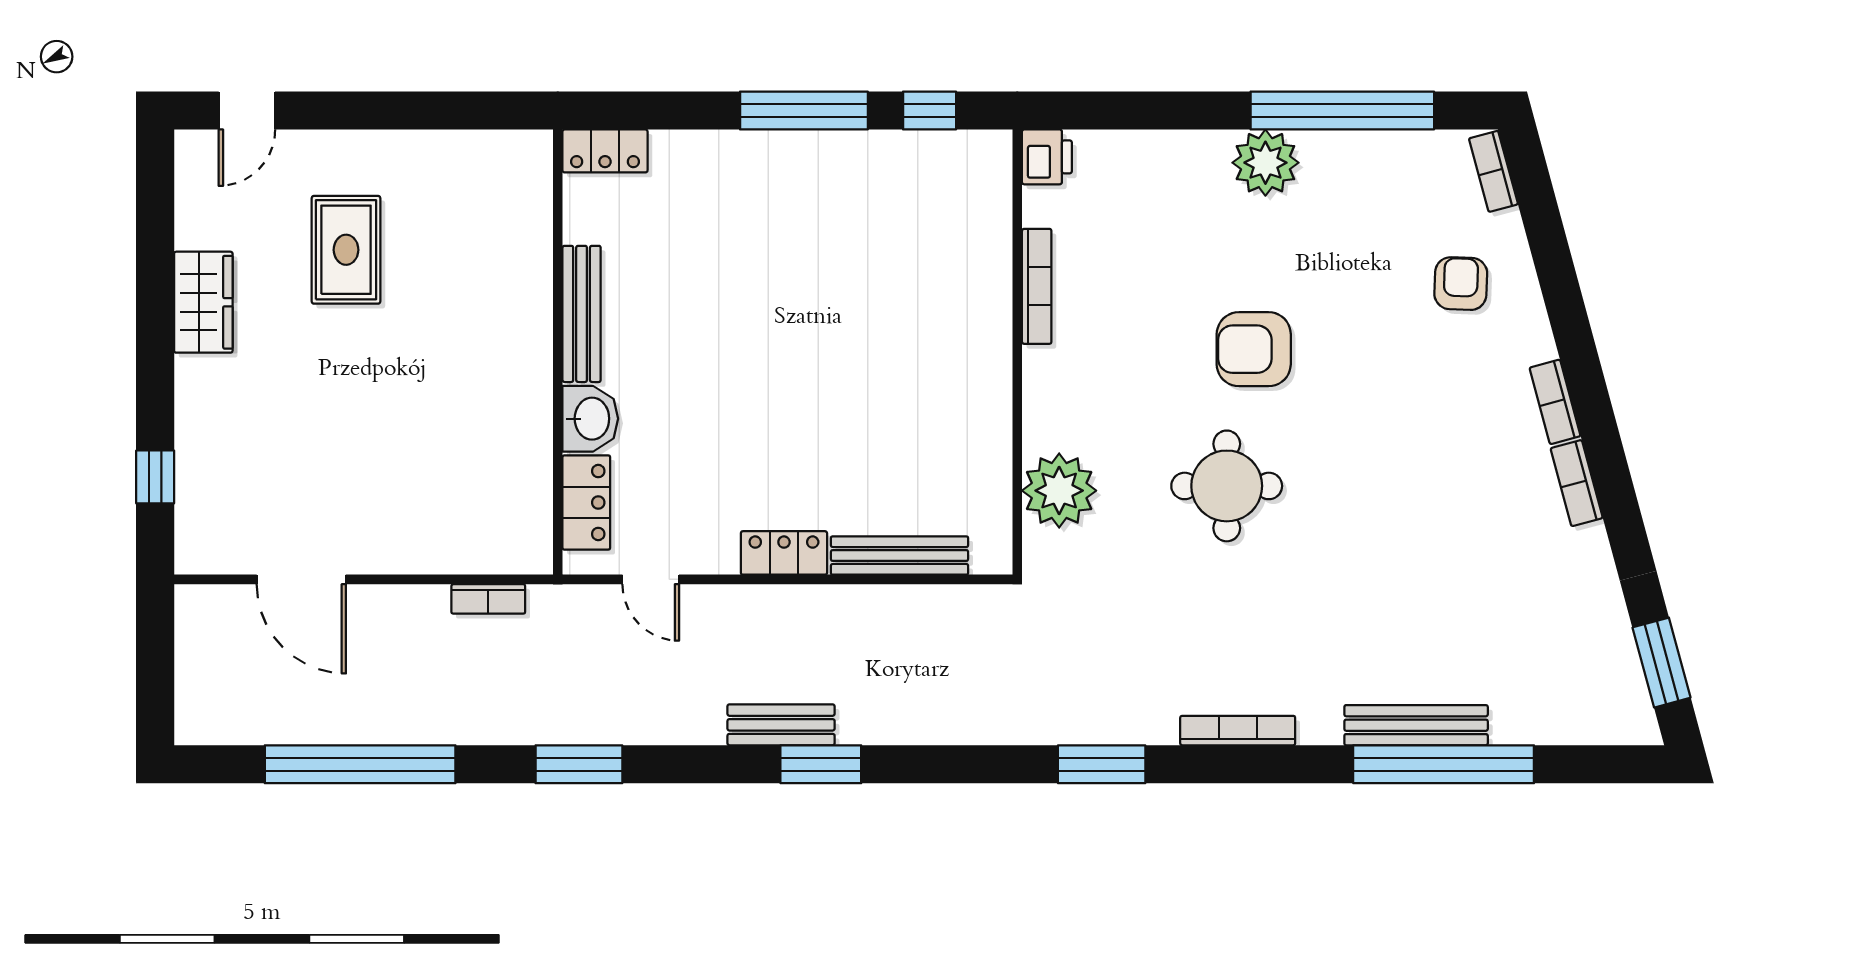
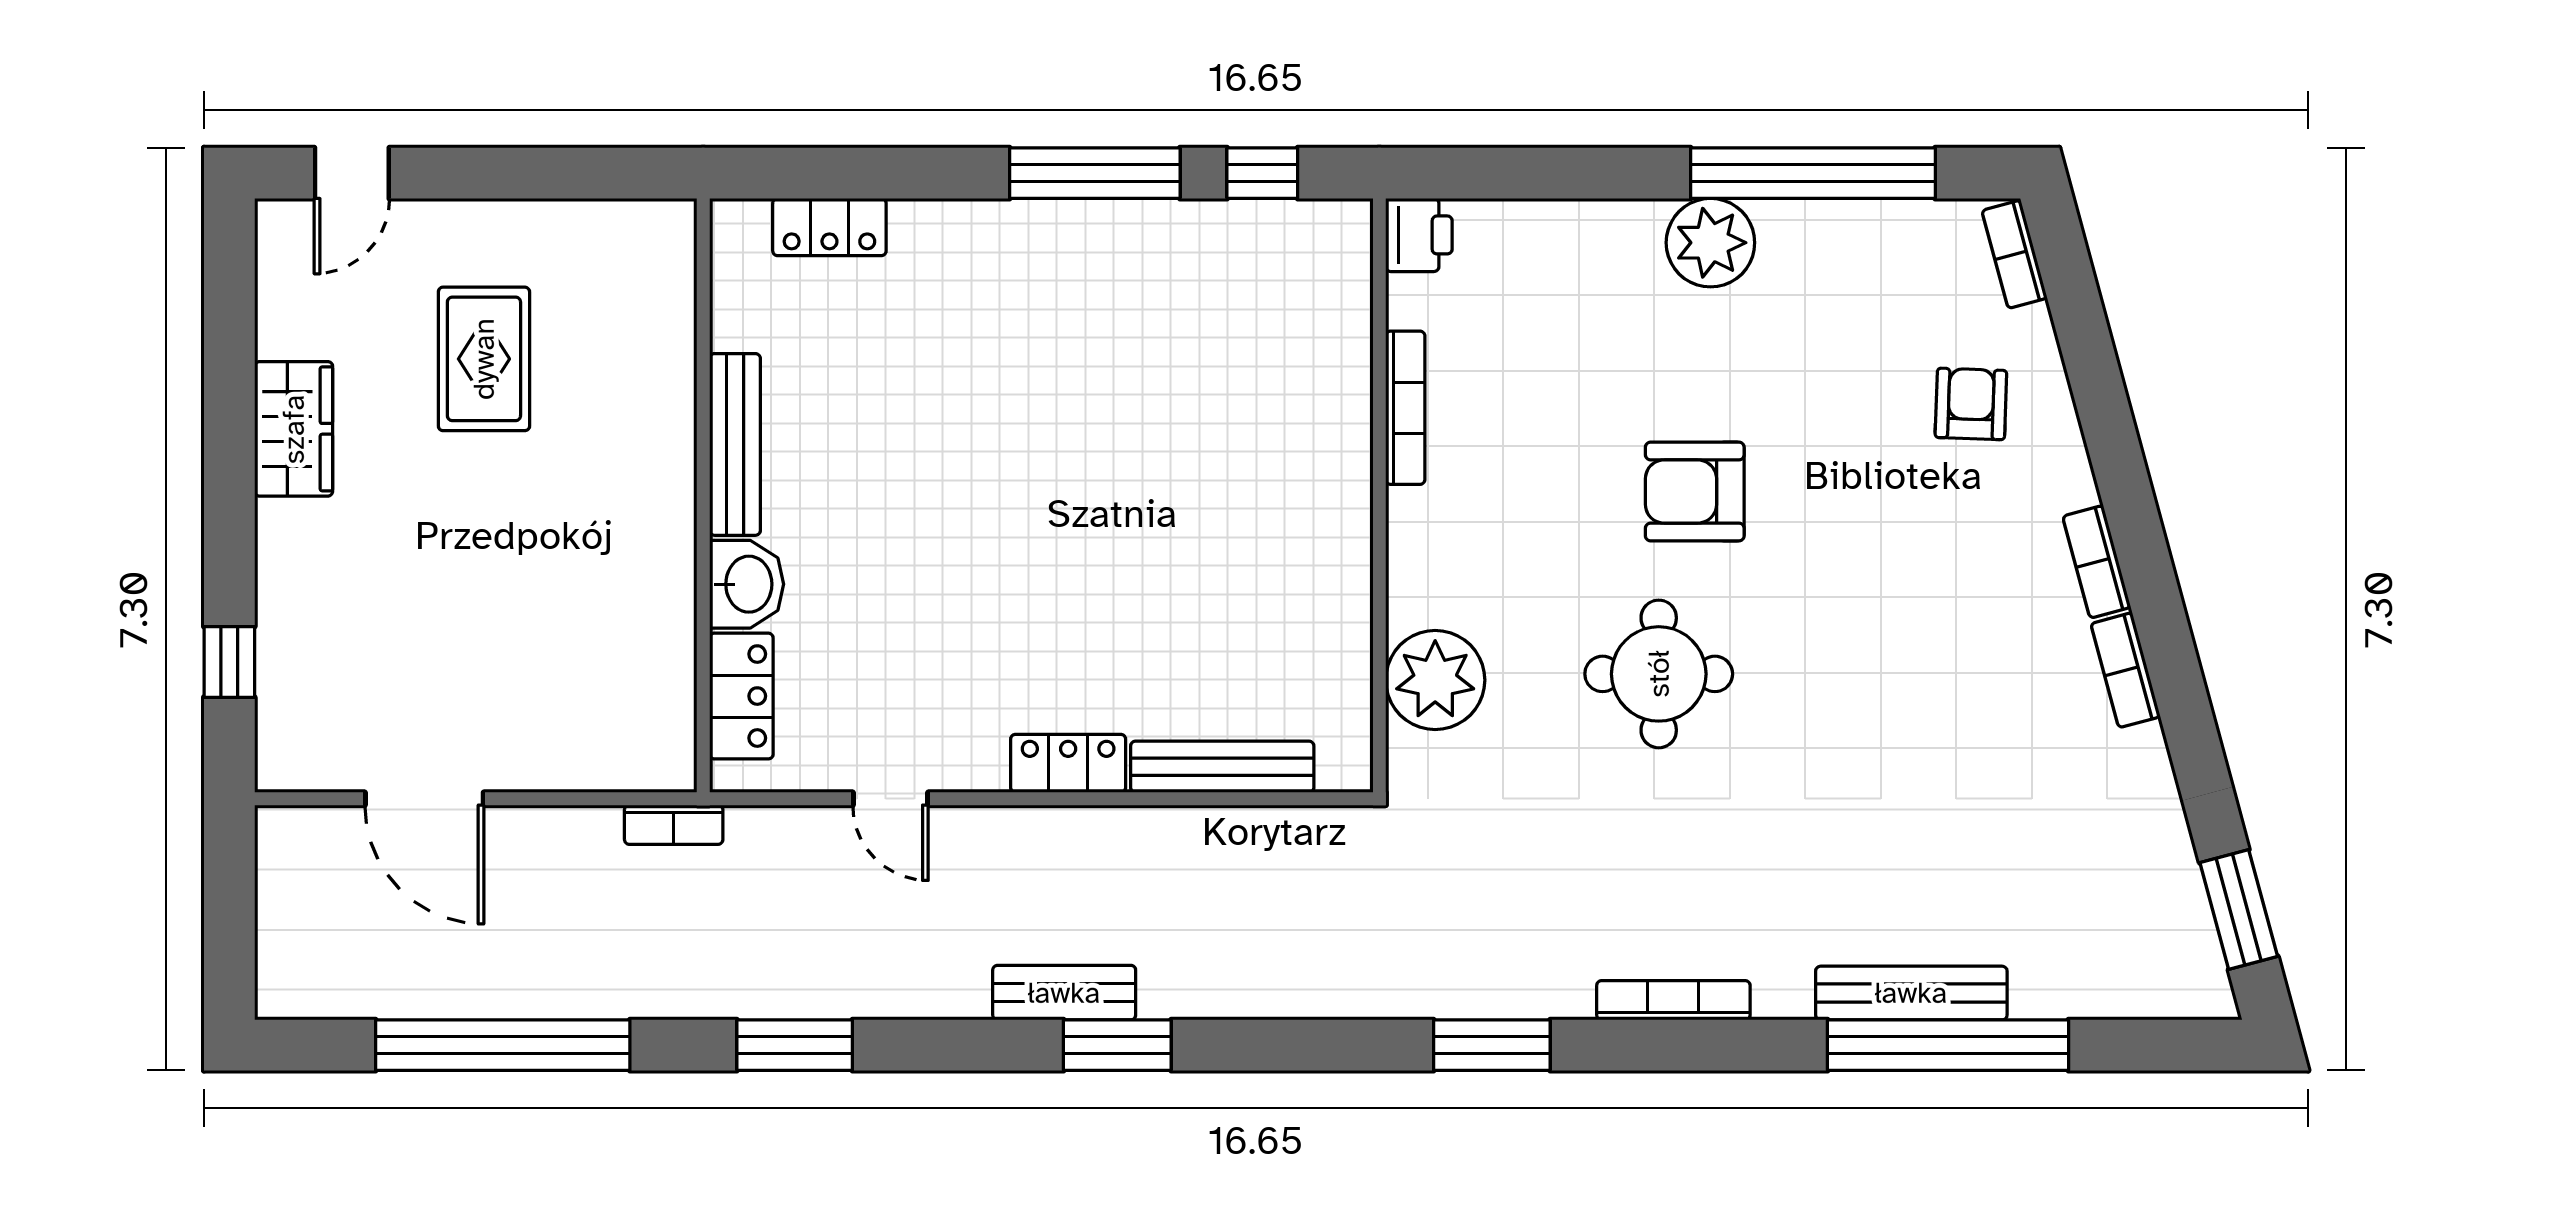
bench: (582, 314) -> (735, 444), moved
wall: (558, 352) -> (703, 495), moved
washbasin: (590, 419) -> (747, 584), moved
locker: (586, 503) -> (741, 696), moved

